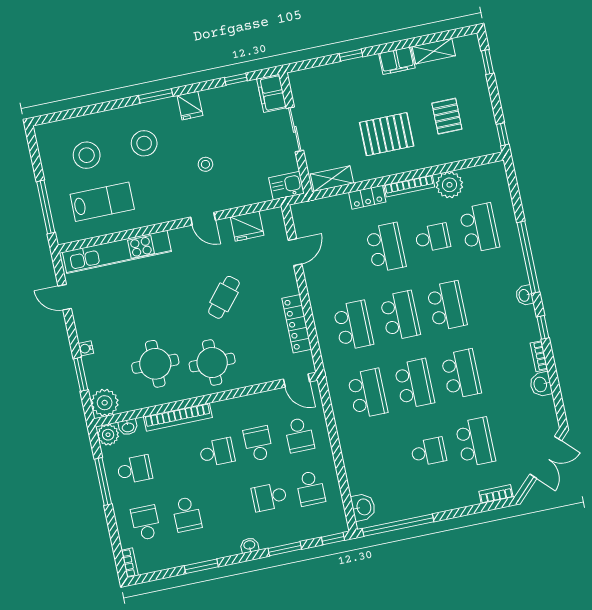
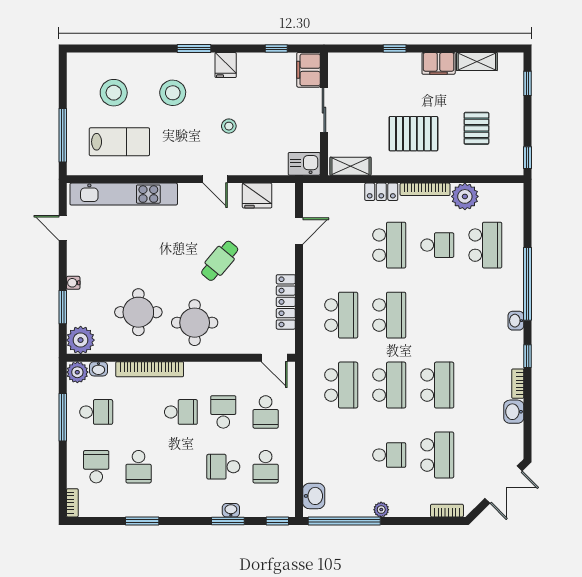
school desk: (447, 306) -> (437, 315), removed
plant: (432, 507) -> (381, 510), added
washbasin: (249, 545) -> (231, 510), moved

